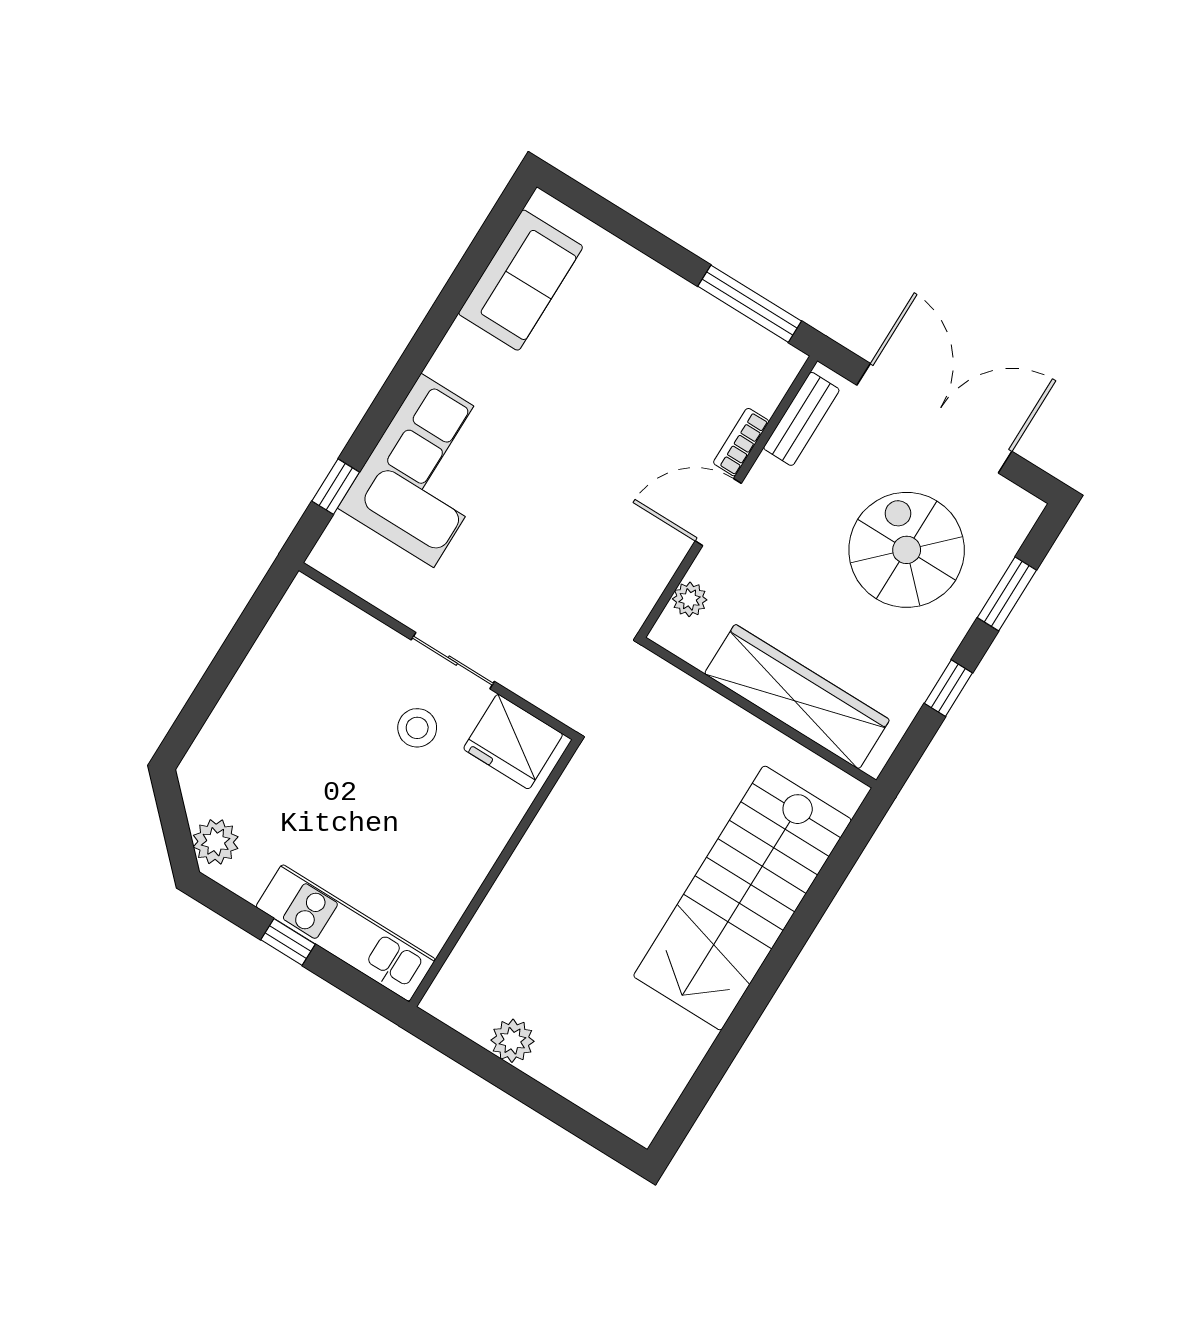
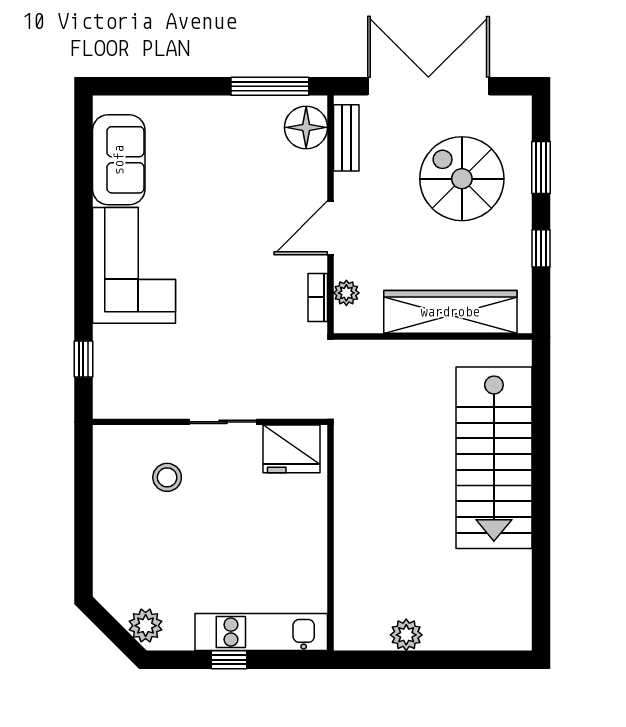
floor lamp: (762, 378) -> (306, 127), added
bookcase: (741, 442) -> (318, 297), moved
corner sofa: (427, 470) -> (134, 265), moved
stool: (417, 728) -> (167, 477), moved

